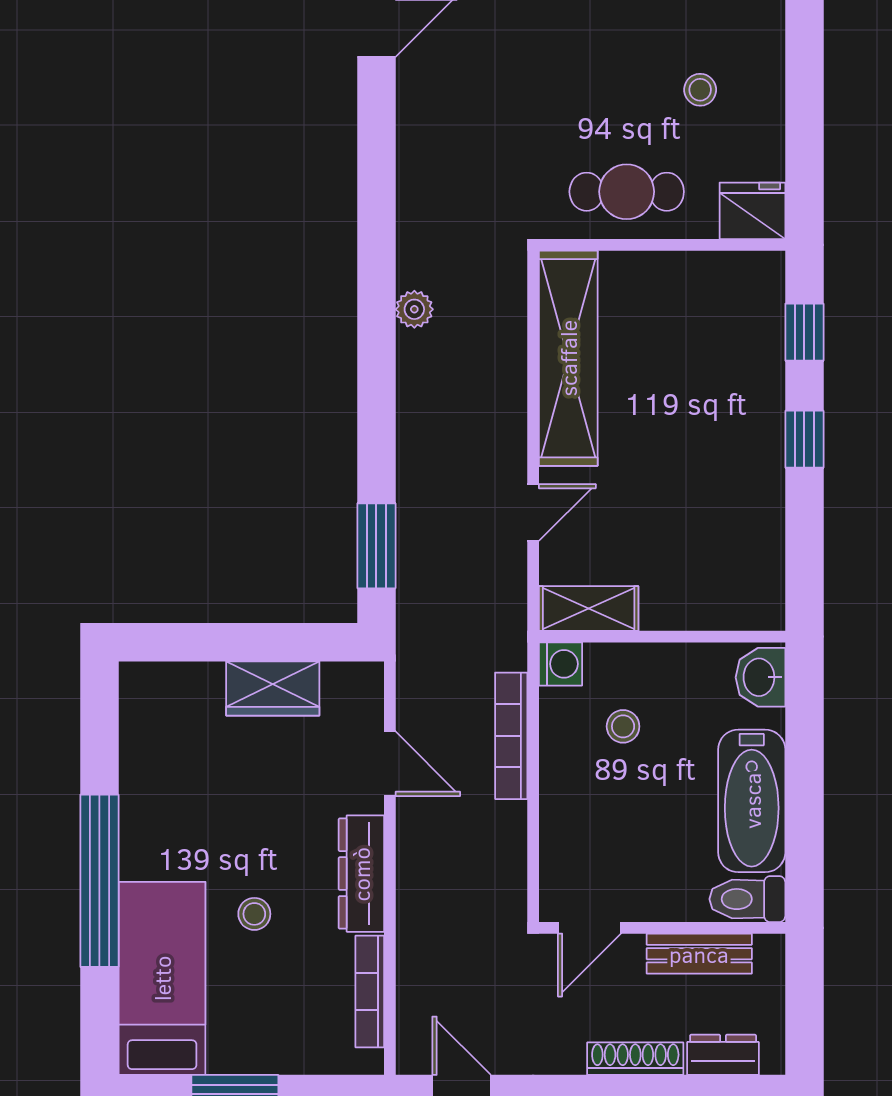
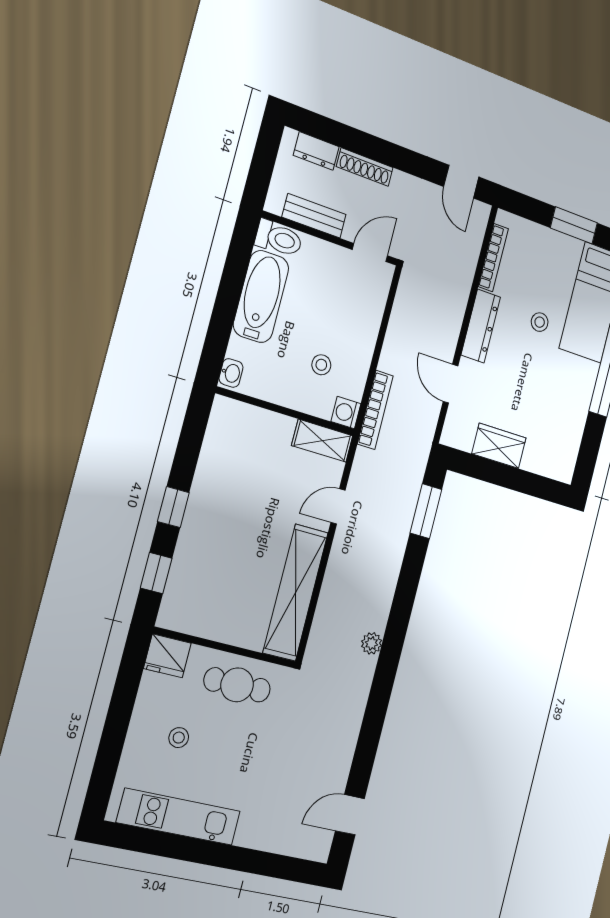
washbasin: (760, 677) -> (231, 373), width x0.72, depth x0.69
bookcase: (511, 736) -> (375, 410), moved

